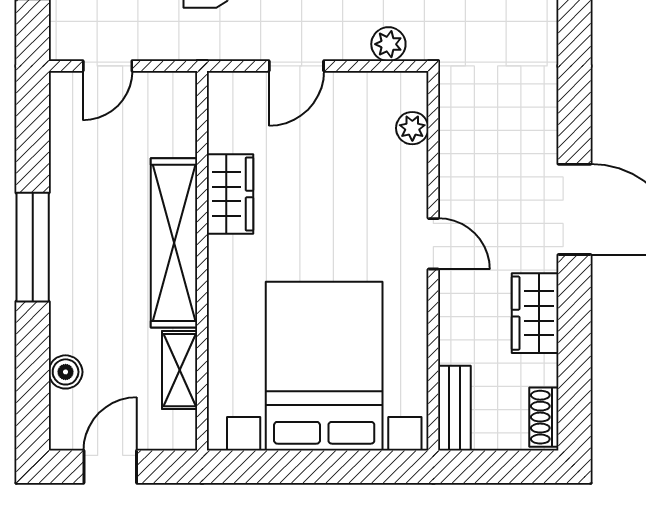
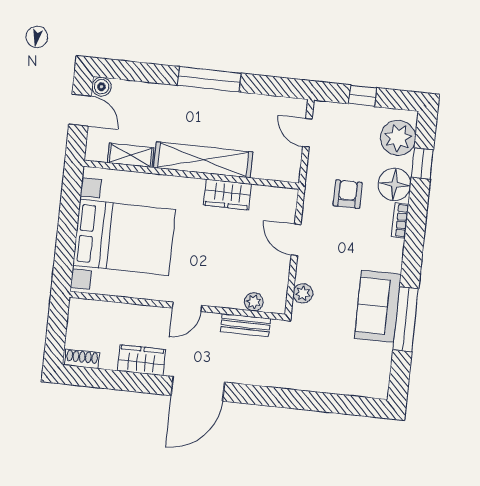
boiler: (66, 372) -> (101, 87), moved
bench: (454, 408) -> (245, 325), moved

